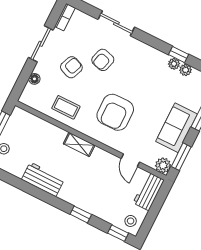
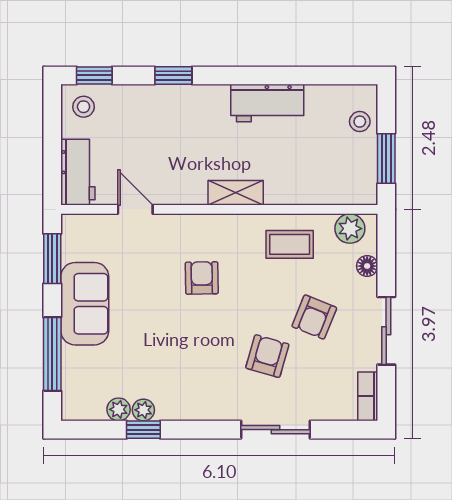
armchair: (115, 112) -> (202, 278), width x0.53, depth x0.53
plant: (163, 165) -> (350, 229), moved

